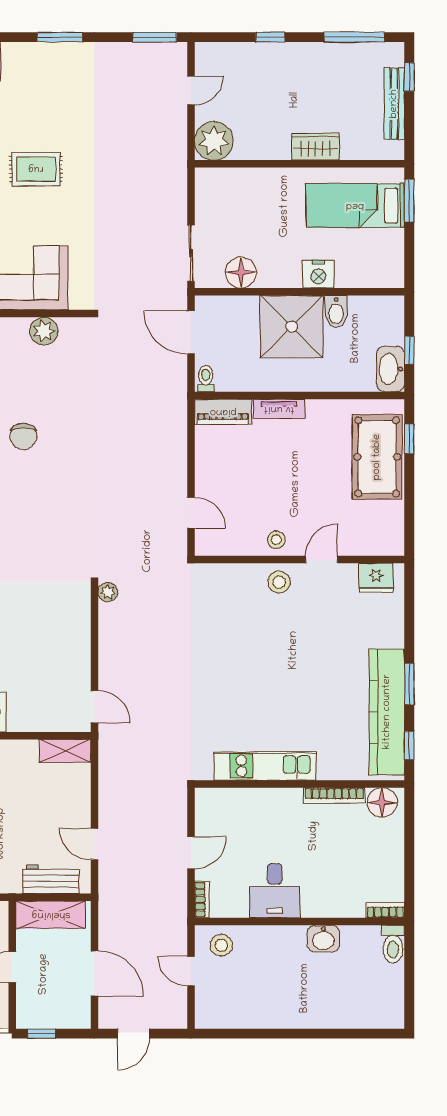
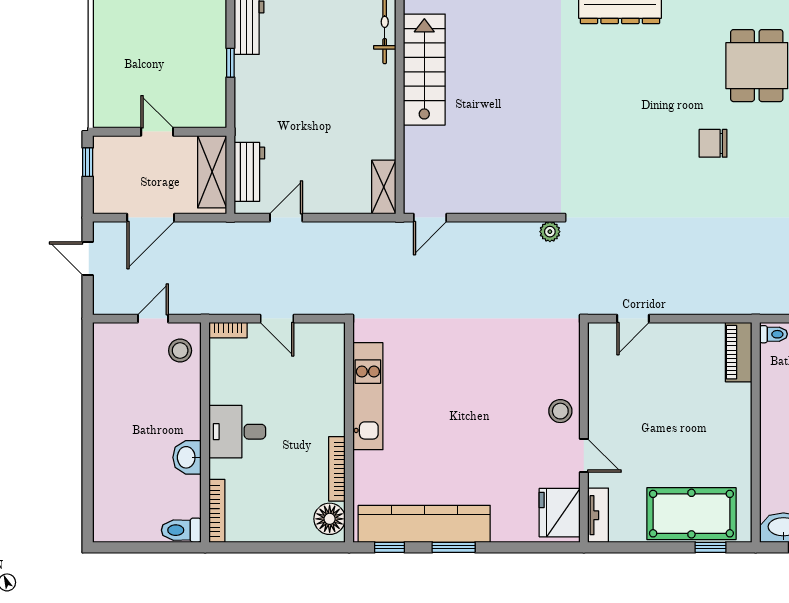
tv unit: (279, 409) -> (598, 515), moved, turned 180
stool: (276, 540) -> (605, 408), removed
fridge: (376, 578) -> (560, 513), width x1.36, depth x1.34
desk: (275, 891) -> (237, 432), moved
bookcase: (385, 910) -> (217, 511), width x1.56

